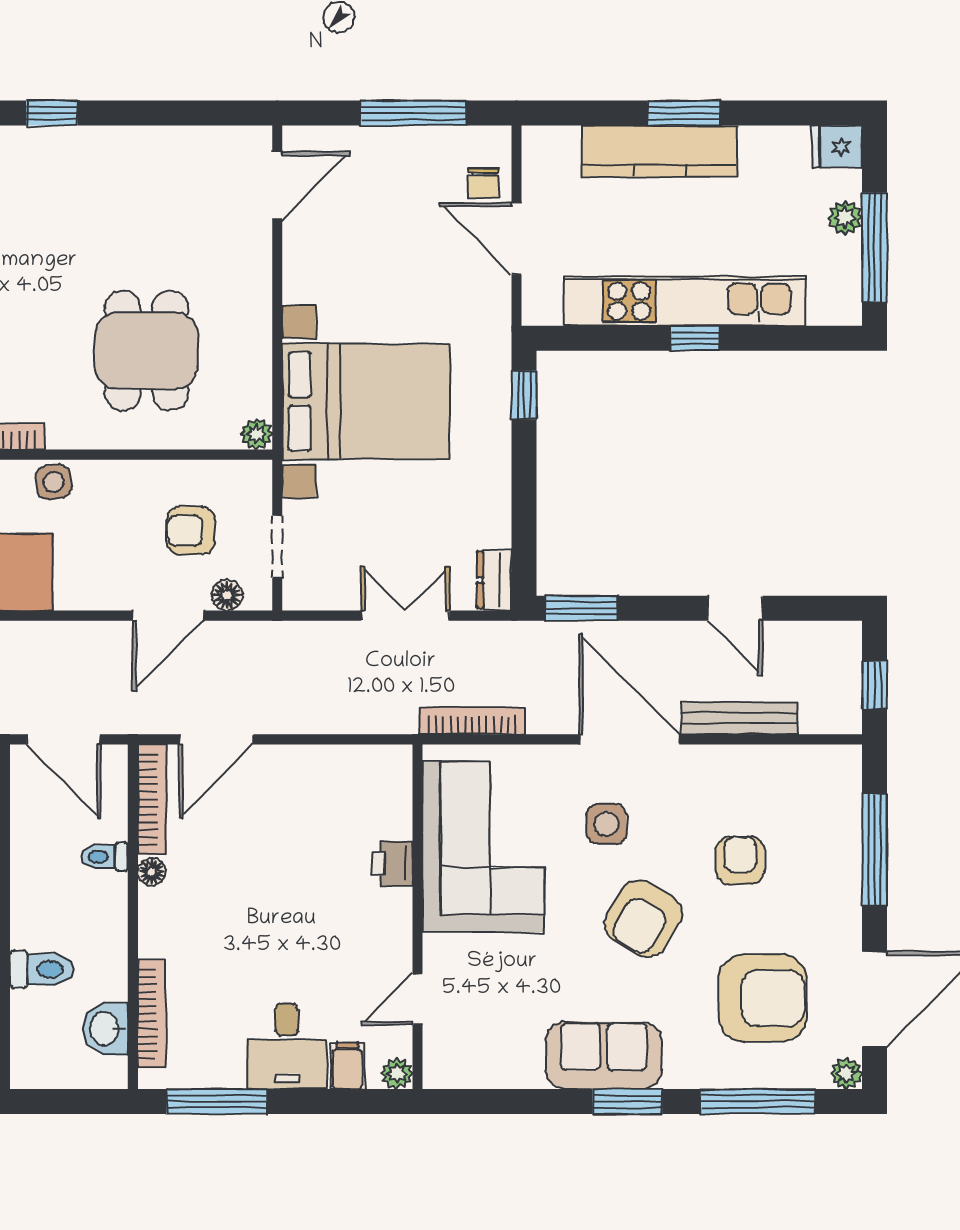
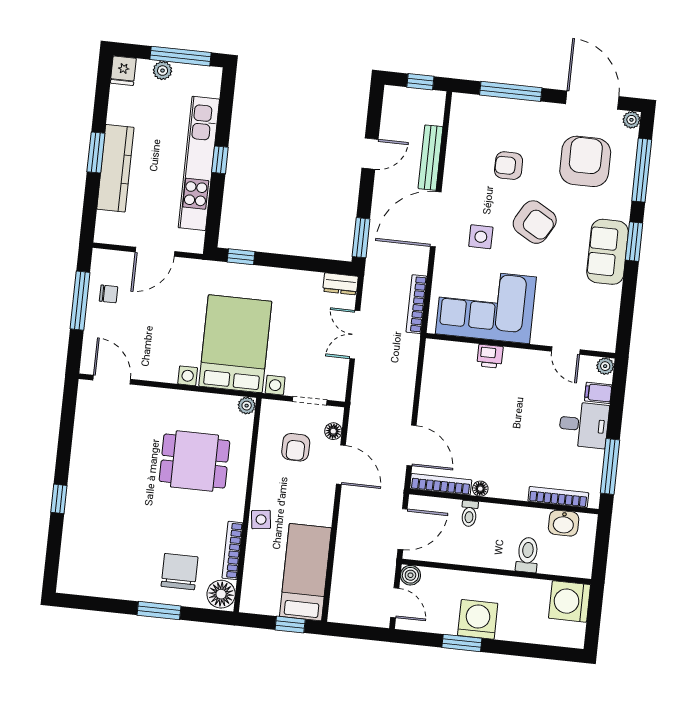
chair: (483, 183) -> (109, 294), moved

